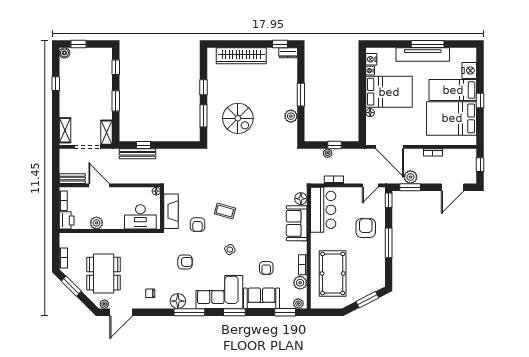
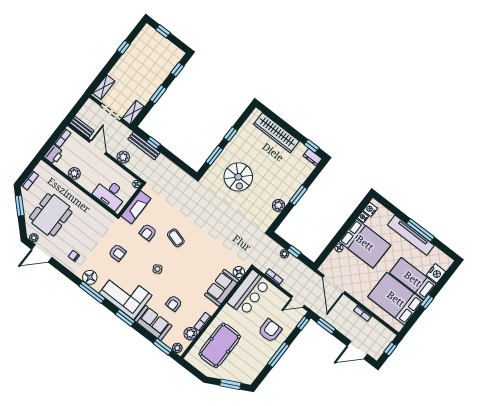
boiler: (64, 53) -> (148, 30), removed
plant: (410, 177) -> (123, 157), moved

